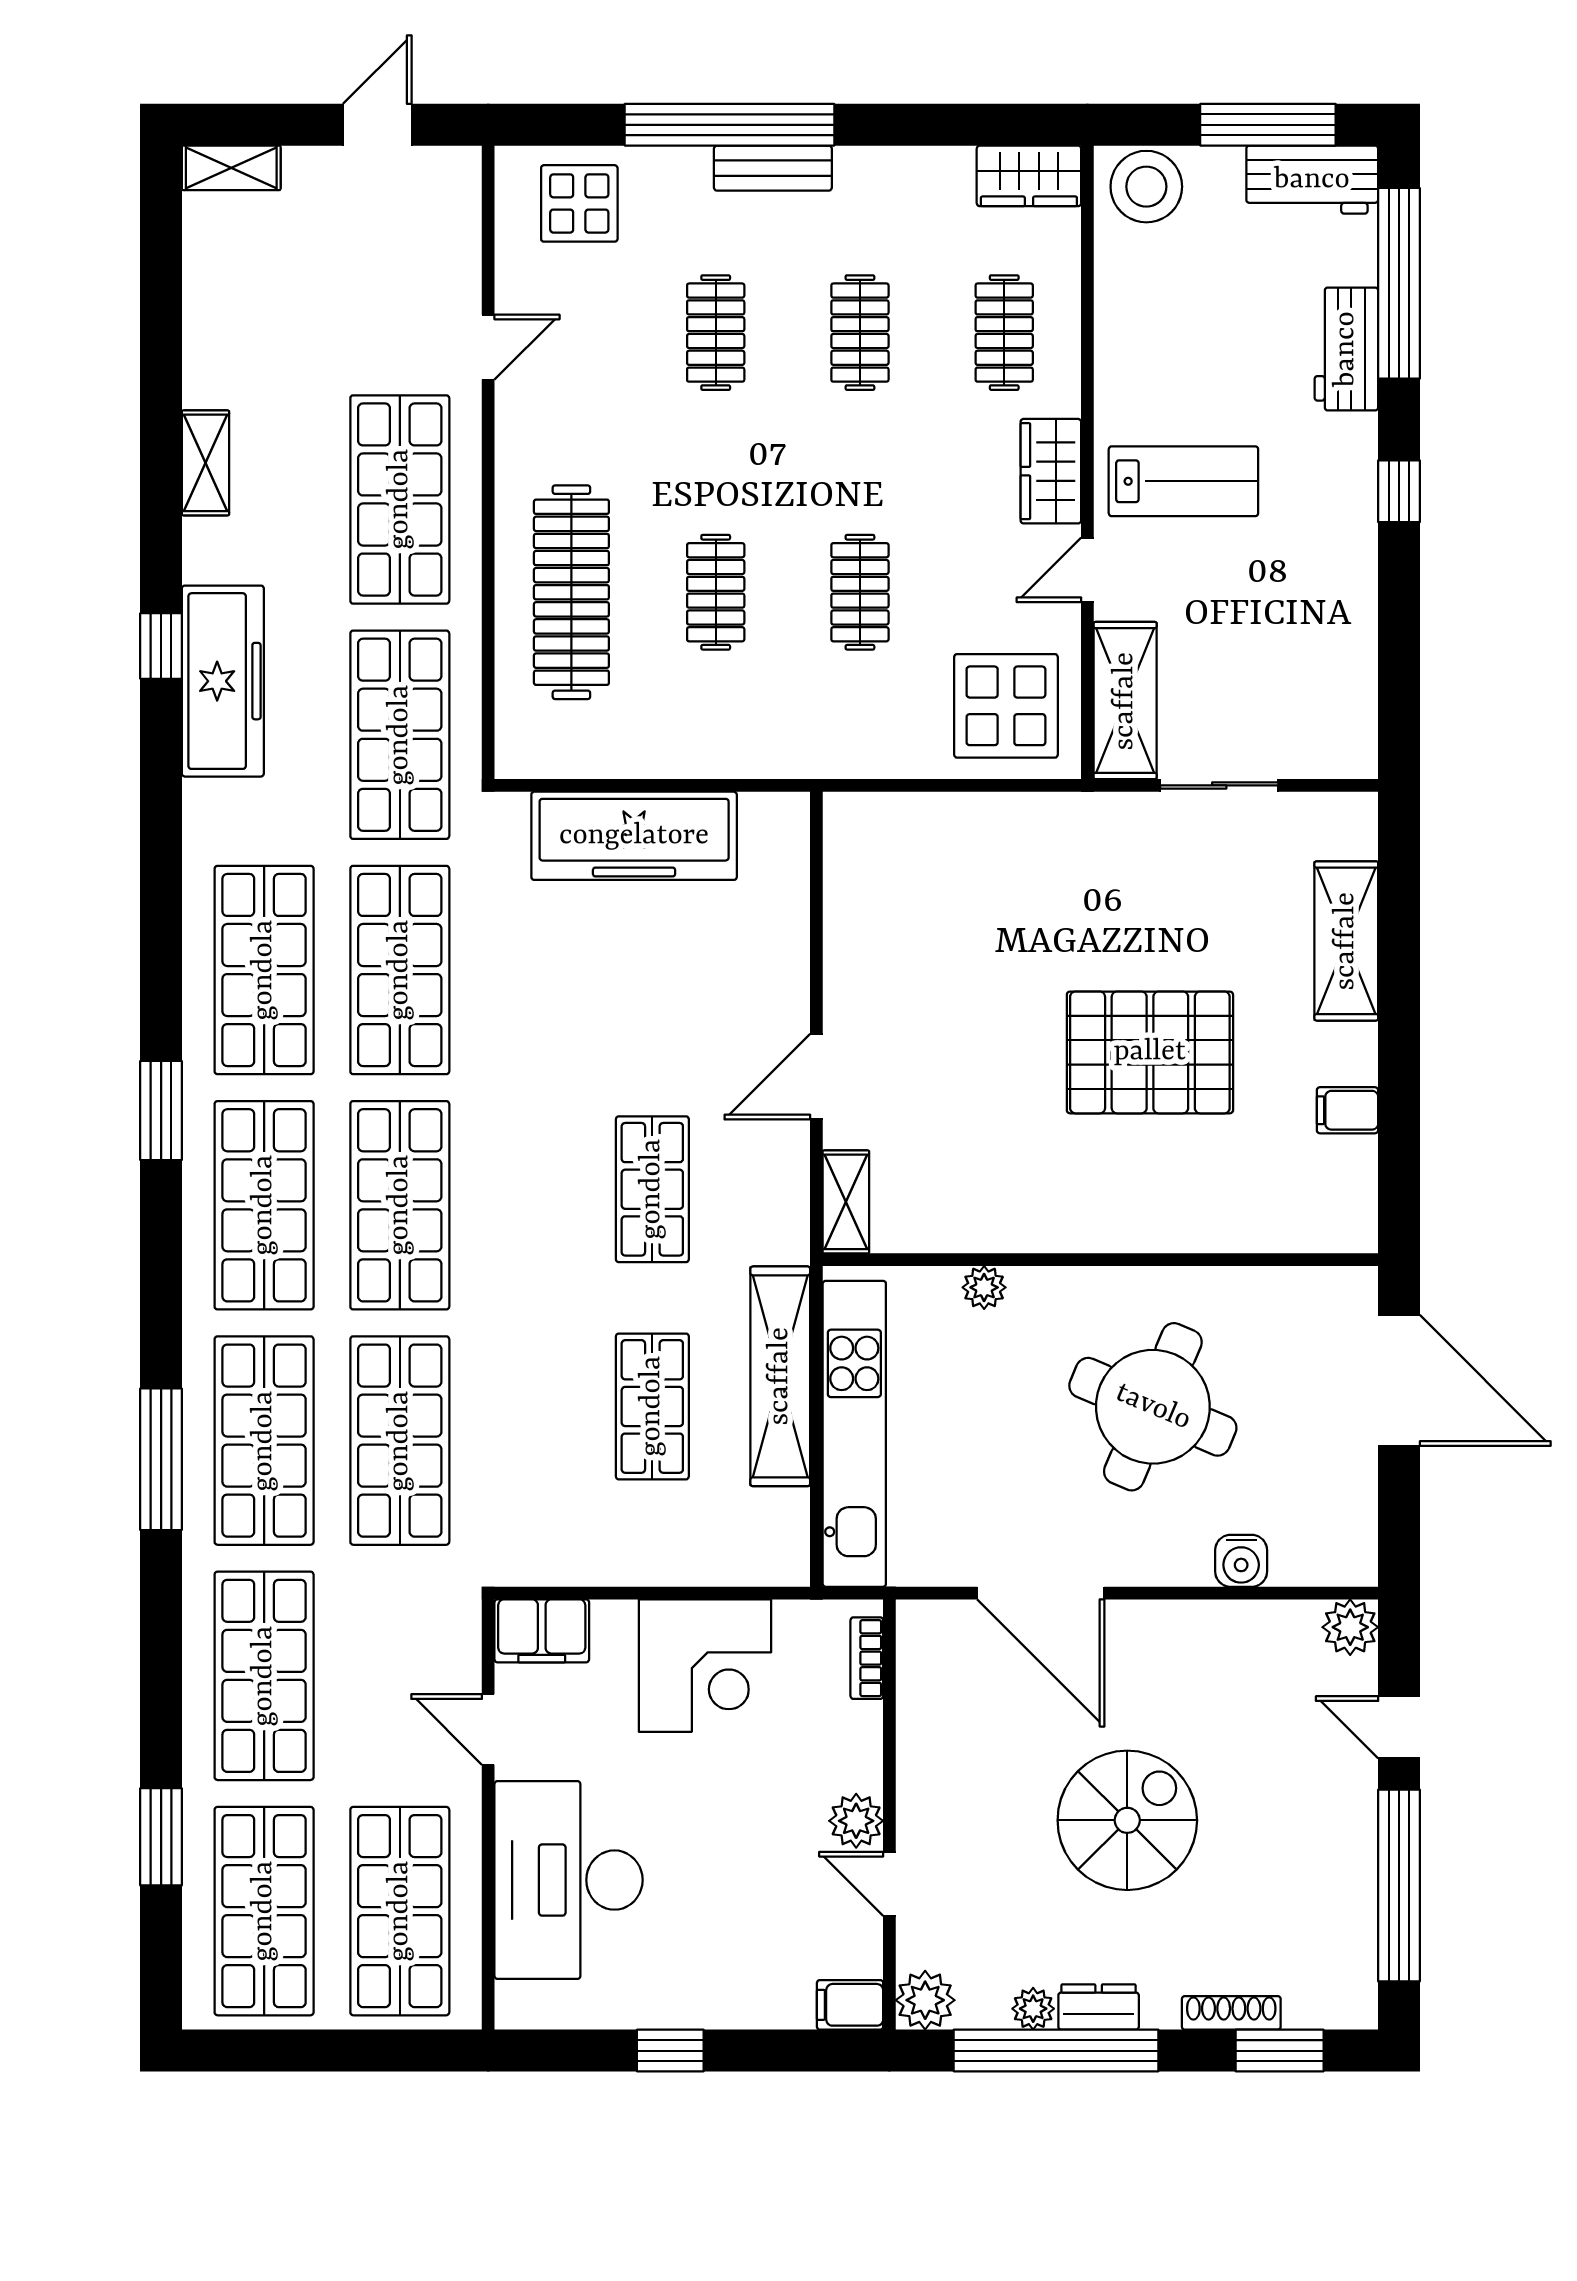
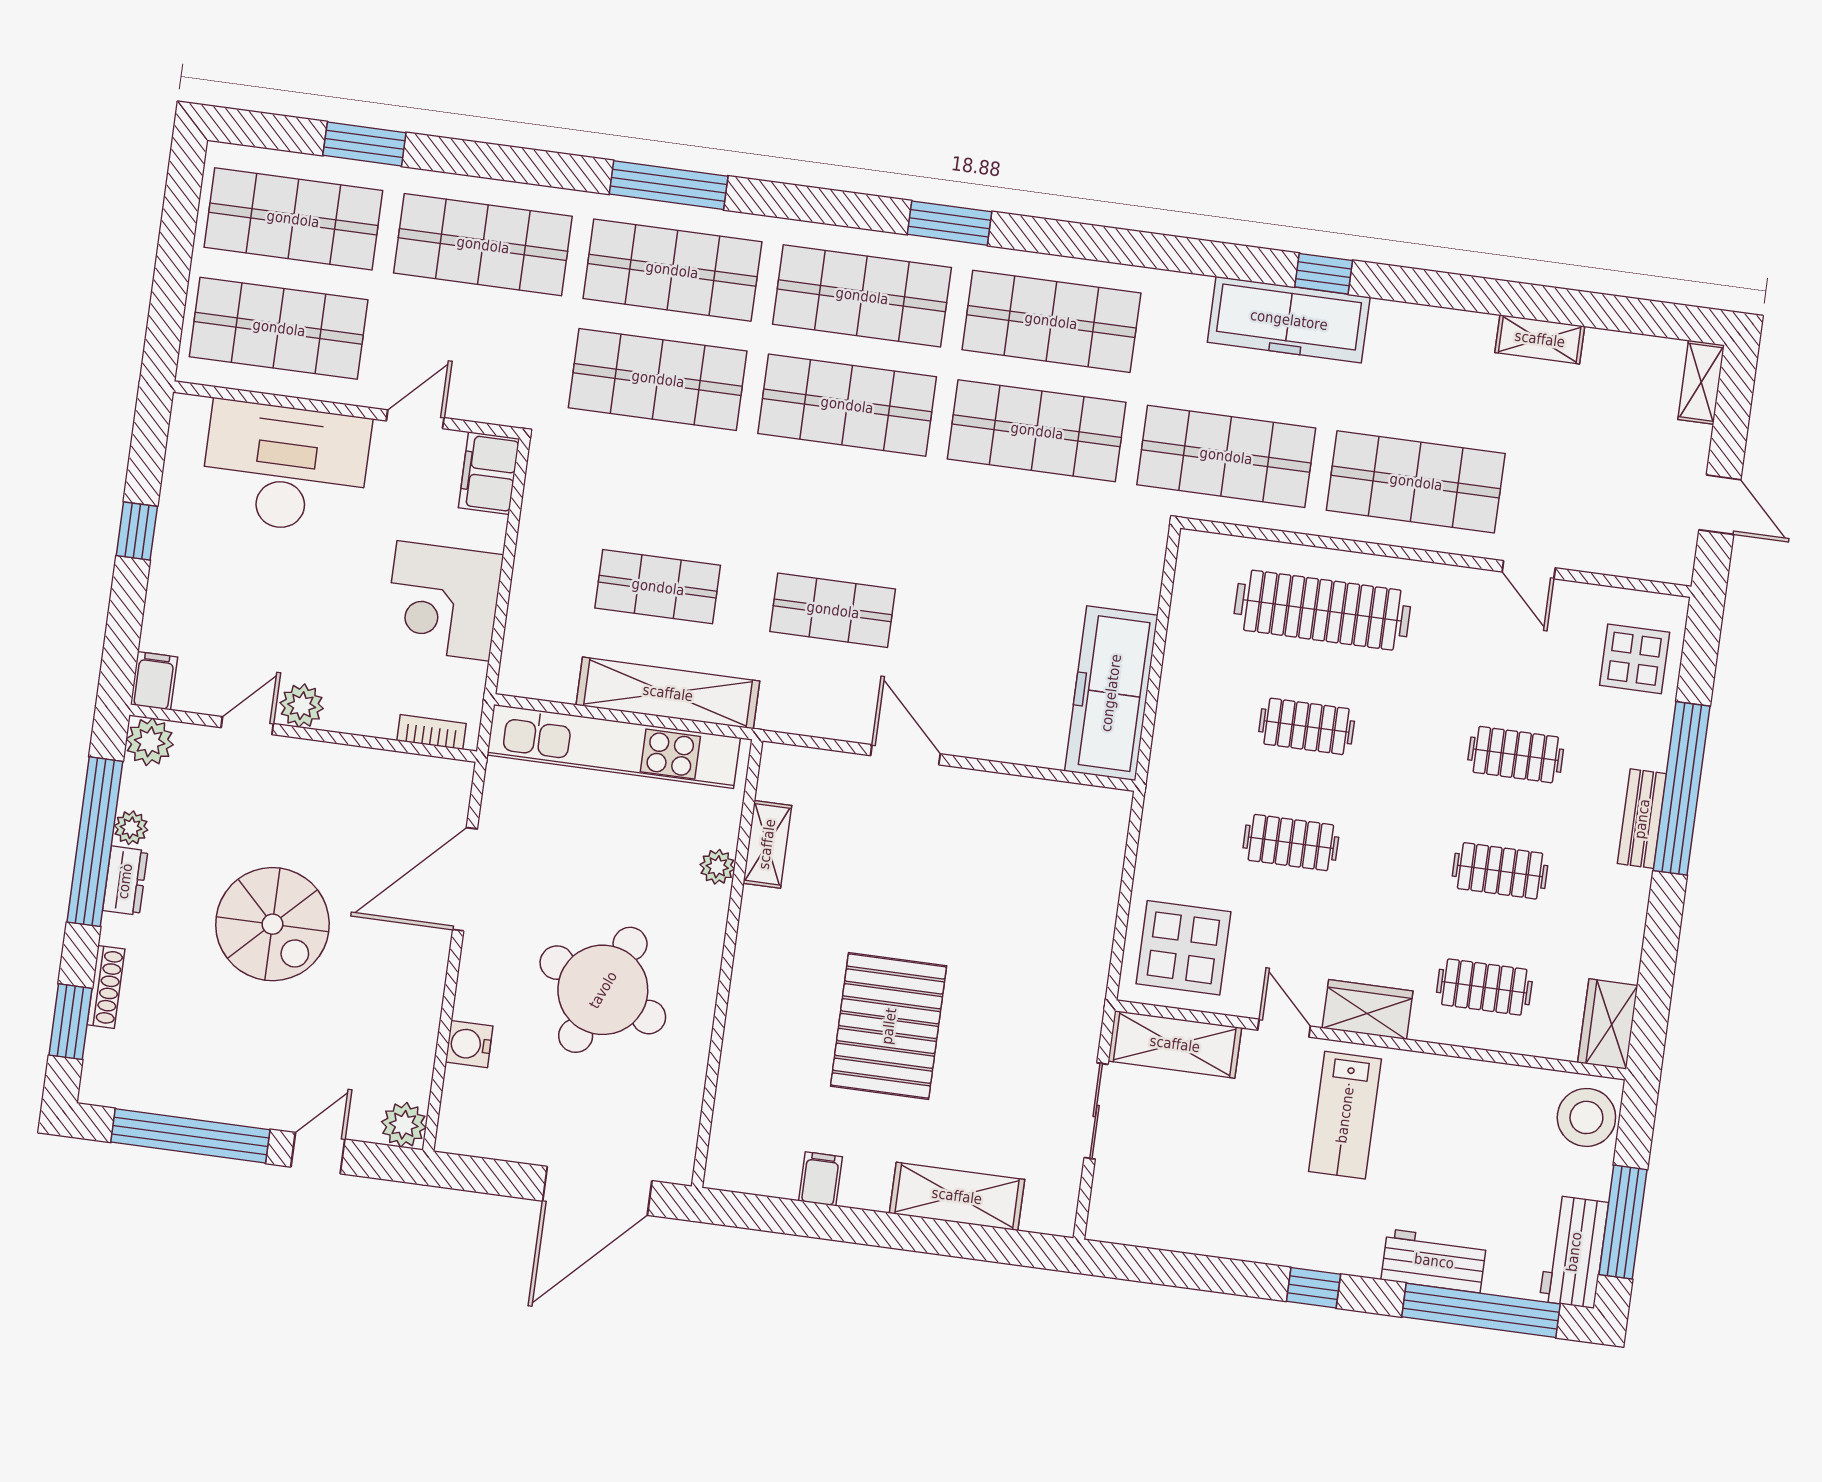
shelving: (205, 463) -> (1540, 339), moved
freezer: (634, 836) -> (1111, 693), moved
shelving: (846, 1202) -> (767, 844), moved, turned 90

